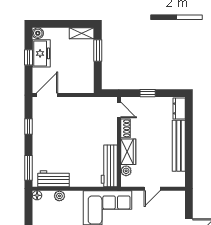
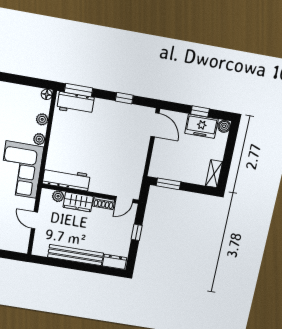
window: (98, 50) -> (168, 184), moved
workbench: (54, 179) -> (76, 103), moved, turned 90
plant: (77, 196) -> (39, 139), added

